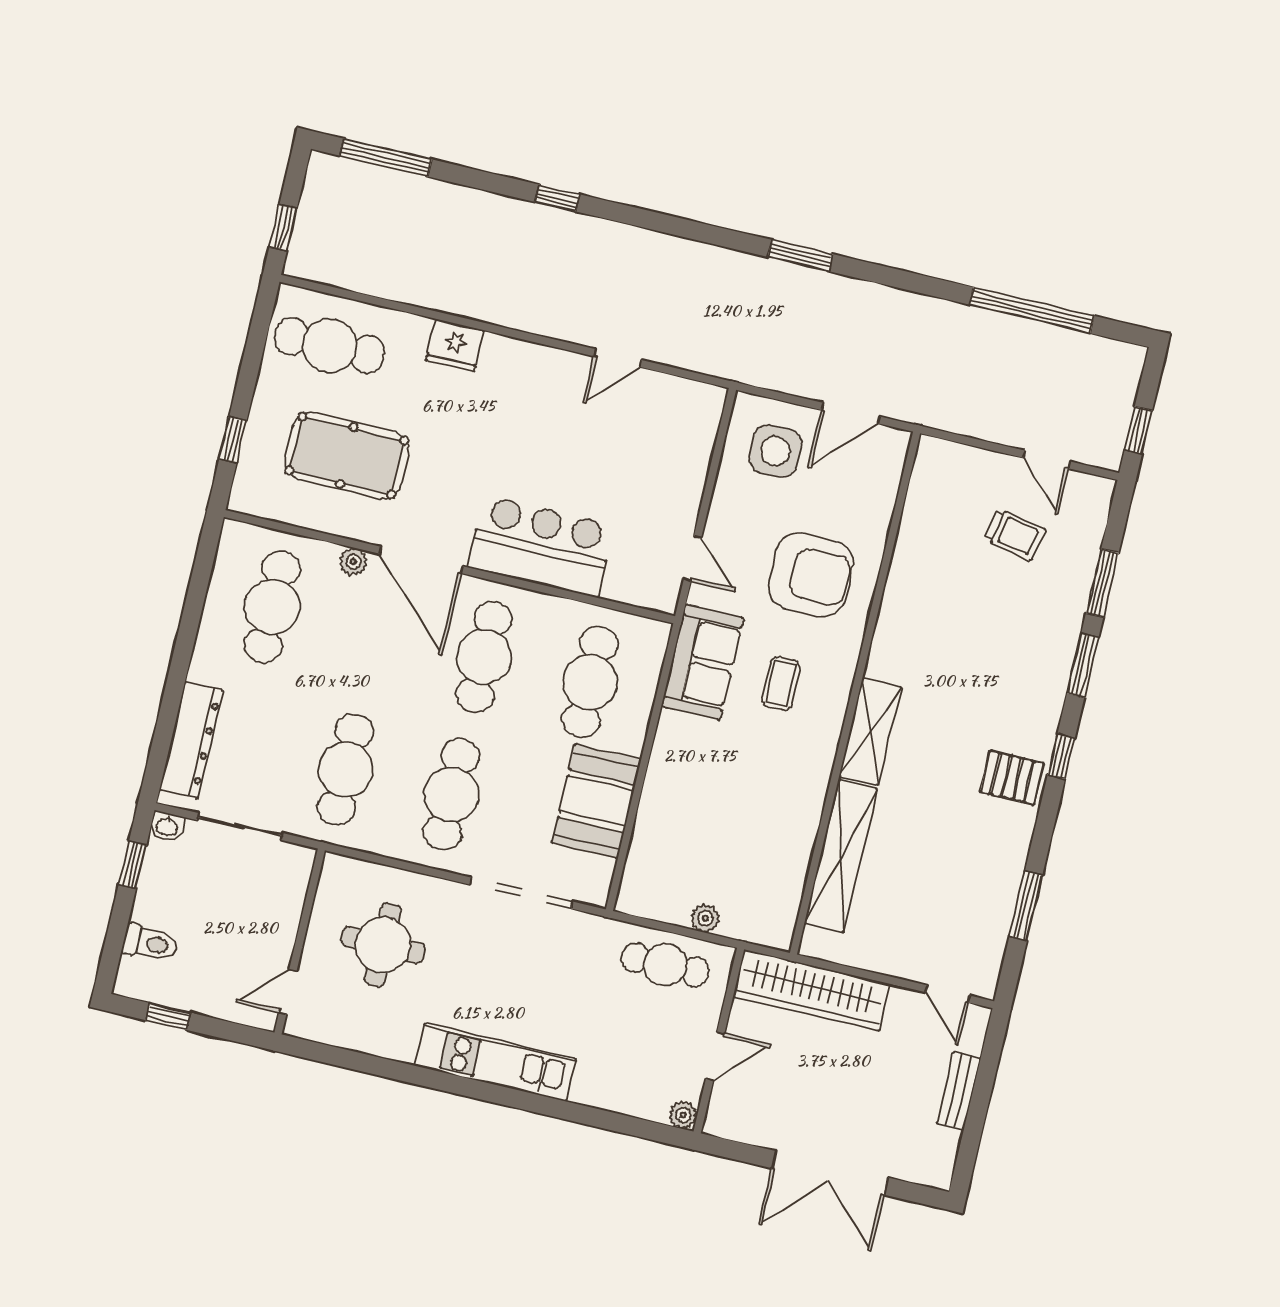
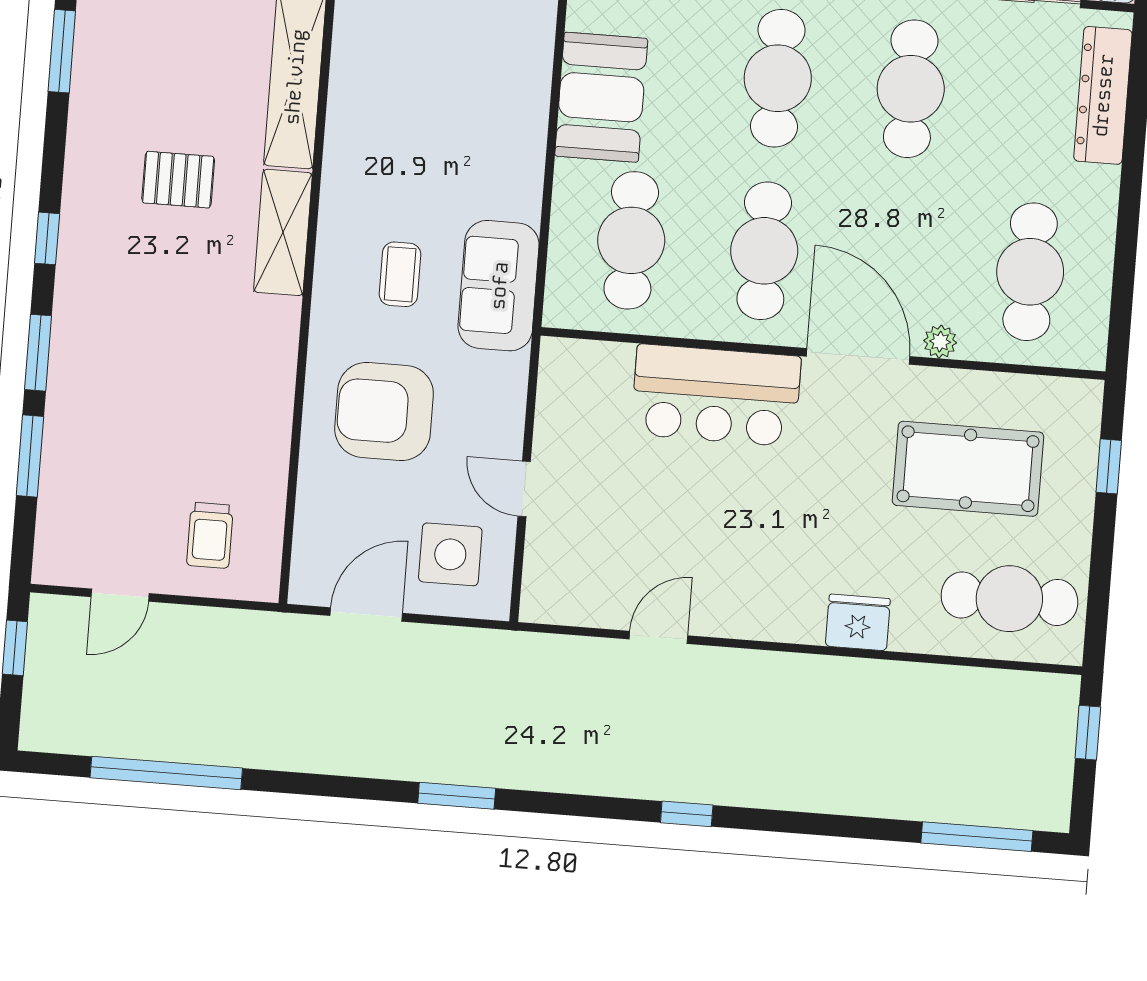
window: (557, 198) -> (687, 814), moved
door: (1047, 460) -> (120, 595), swing flipped
trolley: (1015, 534) -> (210, 535), moved, turned -101
door: (692, 558) -> (524, 489), moved
pallet: (1012, 778) -> (178, 180), moved

